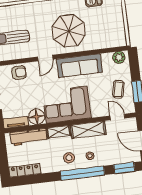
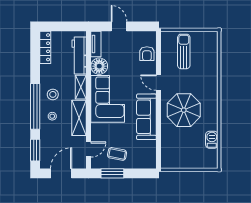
plant: (119, 57) -> (150, 159), removed

